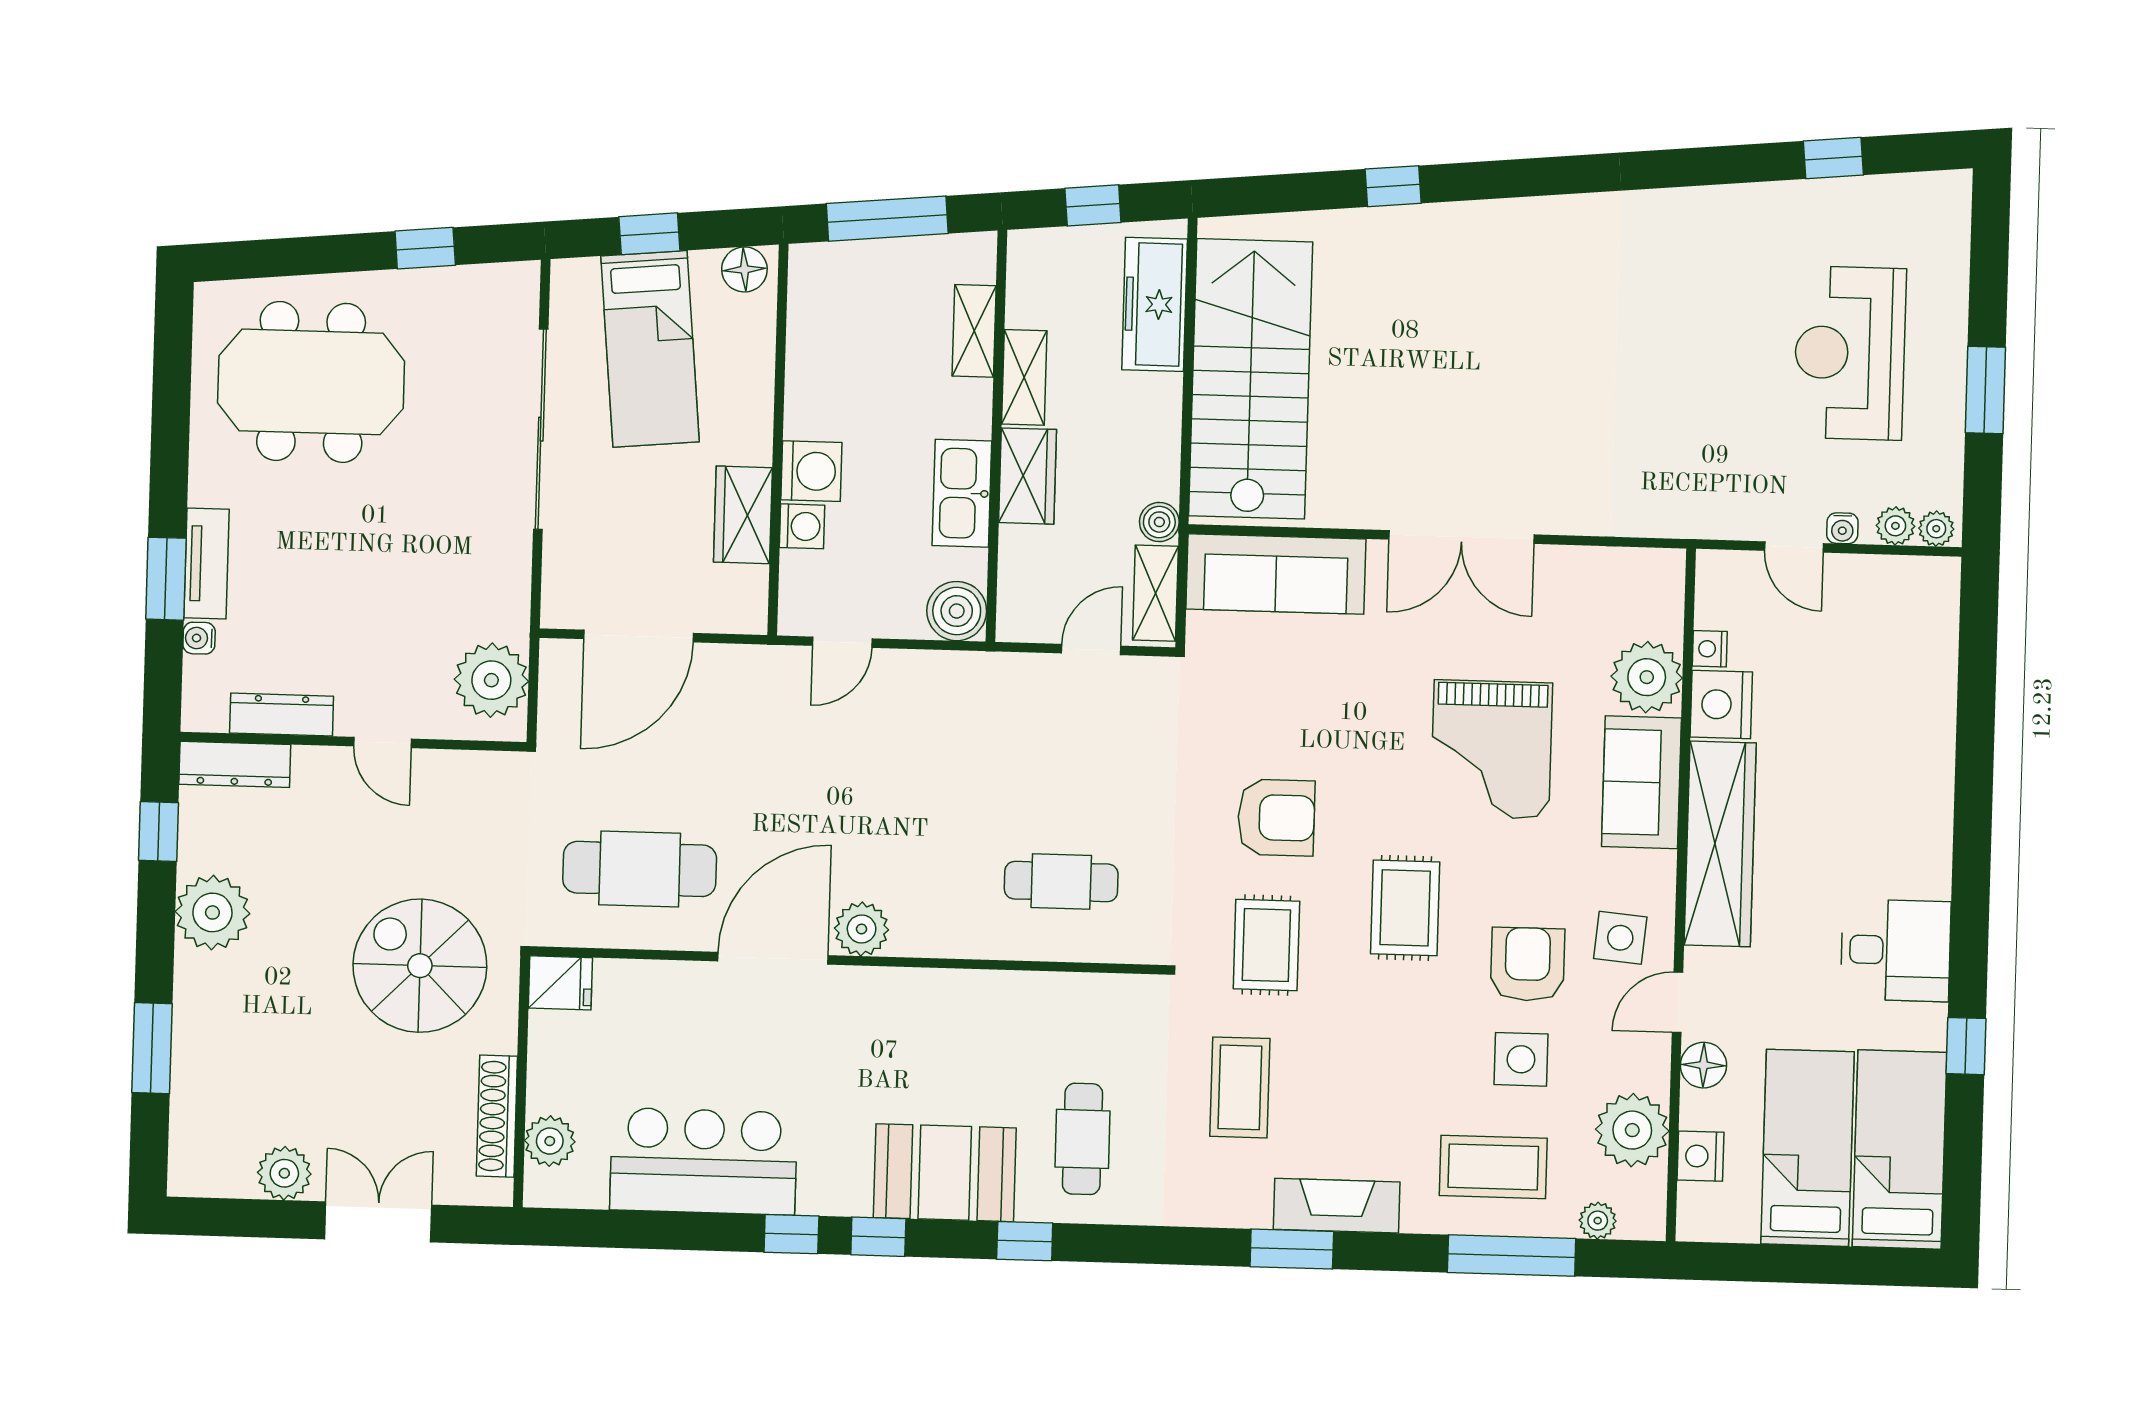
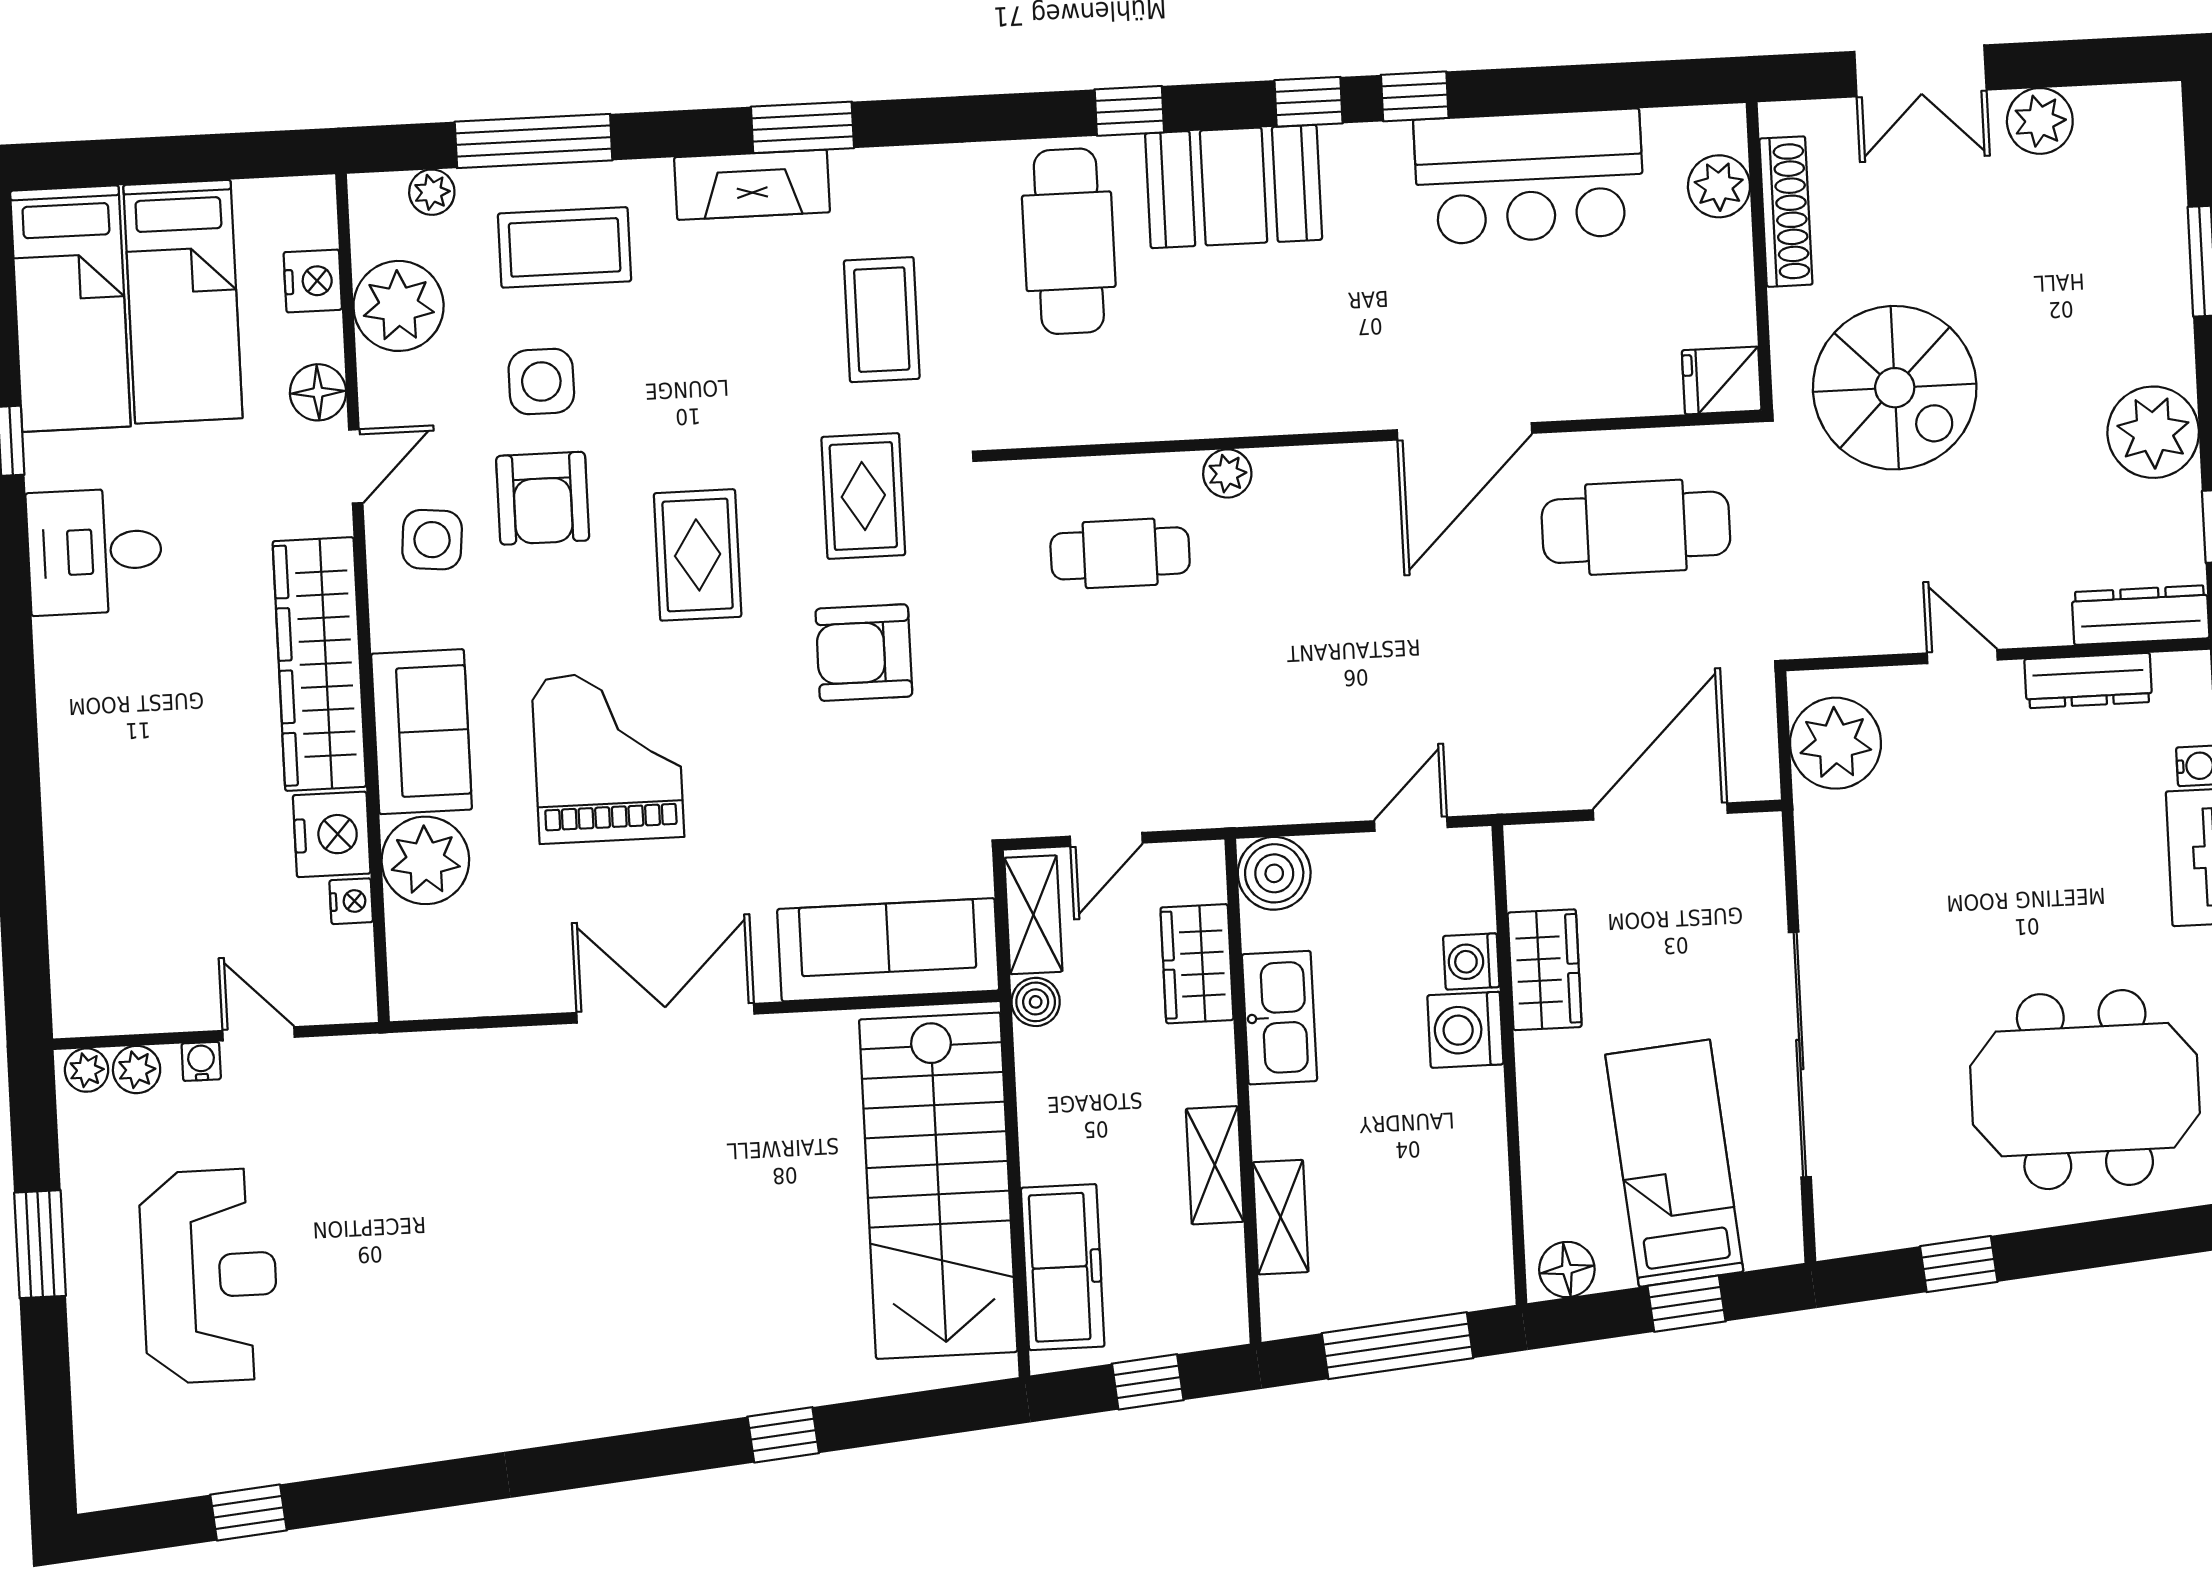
wardrobe: (1027, 476) -> (1197, 964), moved
plant: (862, 929) -> (1227, 473), moved, width x0.73, depth x0.73
cafe table: (1083, 1139) -> (1069, 241), width x1.37, depth x1.35

